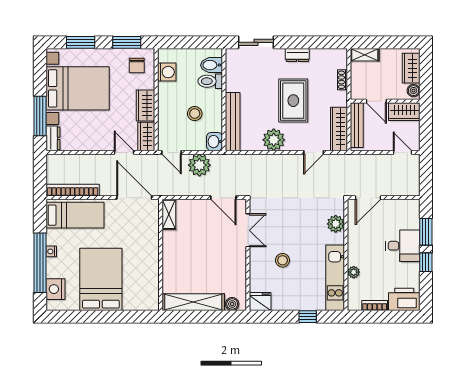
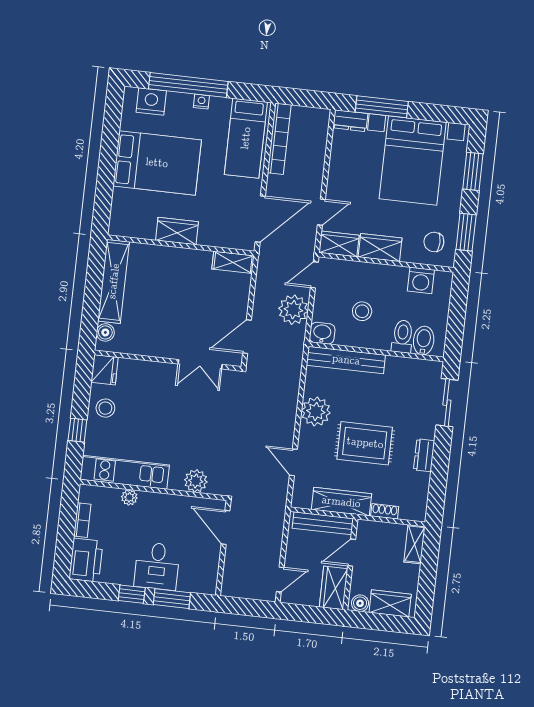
wardrobe: (339, 129) -> (341, 502), moved
wardrobe: (150, 259) -> (177, 231), added
stool: (283, 260) -> (105, 408), moved

